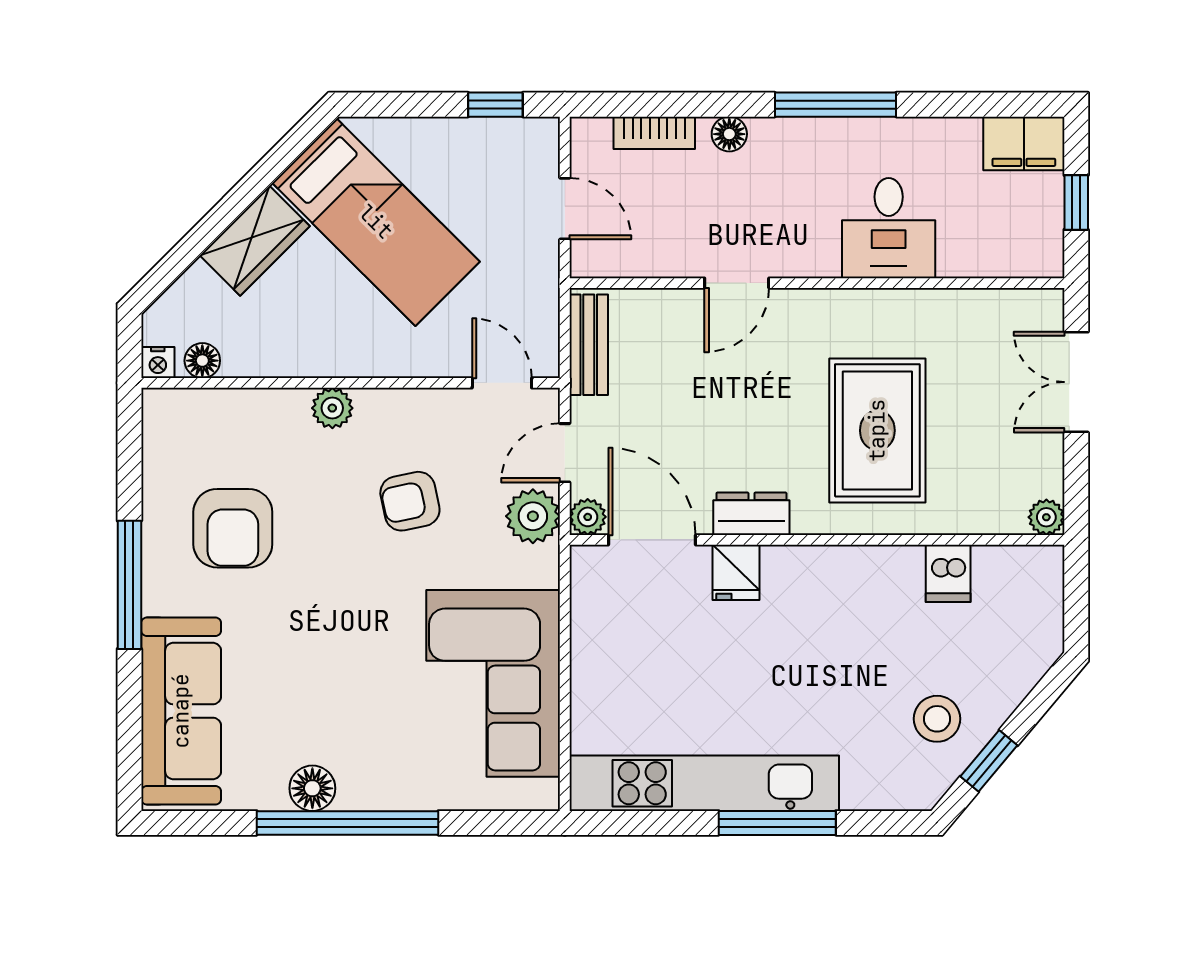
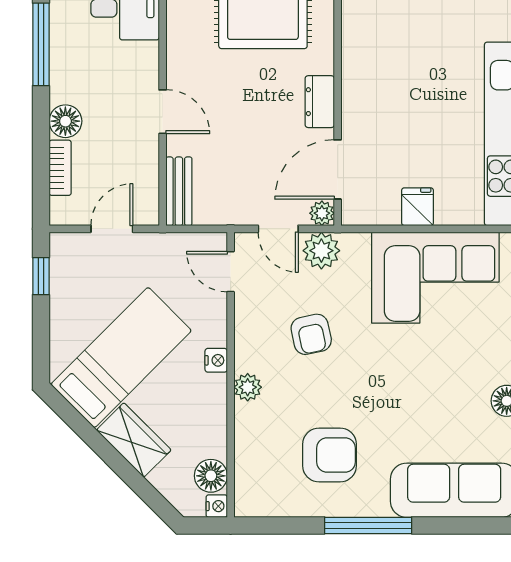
floor lamp: (729, 134) -> (65, 121), width x1.37, depth x1.37
bench: (589, 345) -> (179, 191), moved, turned 90
floor lamp: (202, 361) -> (211, 476), width x1.37, depth x1.37
nightstand: (372, 362) -> (216, 360), added
door: (502, 383) -> (231, 272), hinge flipped
fridge: (736, 572) -> (418, 207), moved, turned -90

